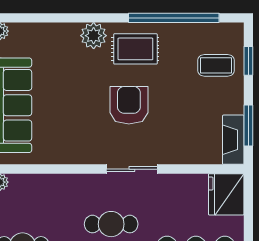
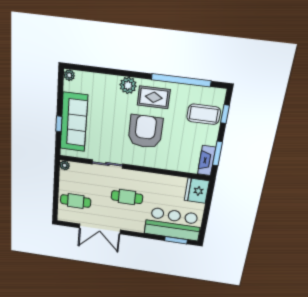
coffee table: (216, 65) -> (204, 114), width x1.36, depth x1.30
armchair: (129, 105) -> (145, 132), width x1.36, depth x1.36
sliding door: (132, 169) -> (107, 164), moved

